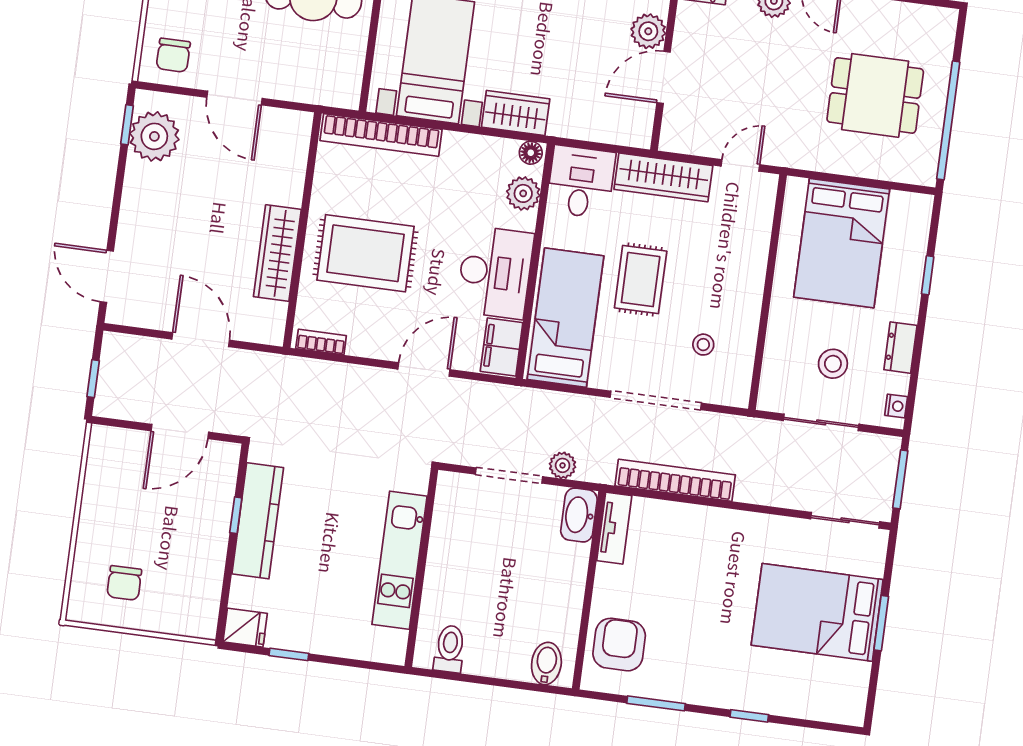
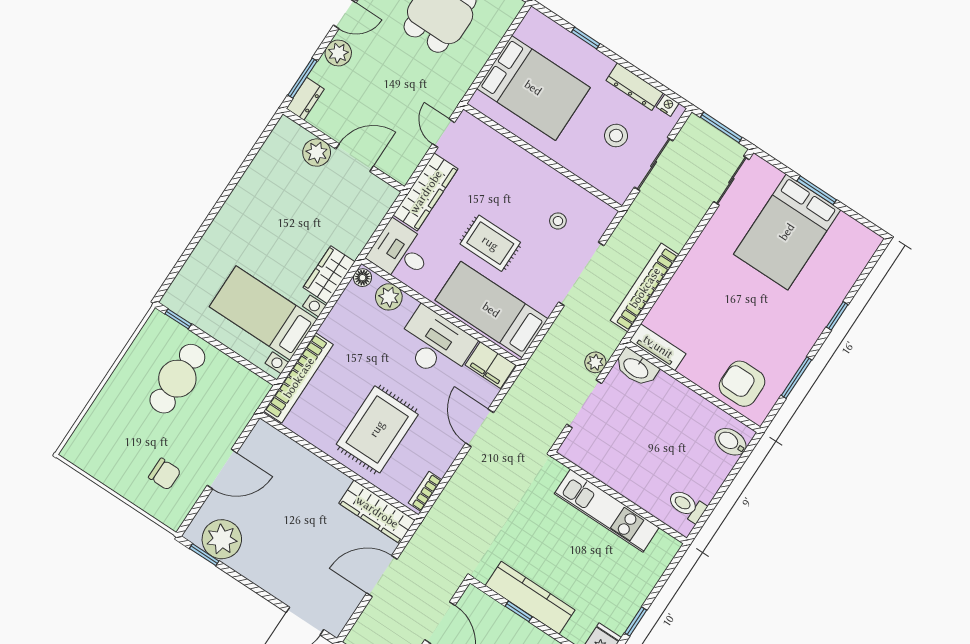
chair: (173, 55) -> (165, 474), moved
door: (664, 77) -> (355, 158), swing flipped
wardrobe: (277, 253) -> (377, 512), moved
dresser: (900, 348) -> (635, 87), width x1.44

